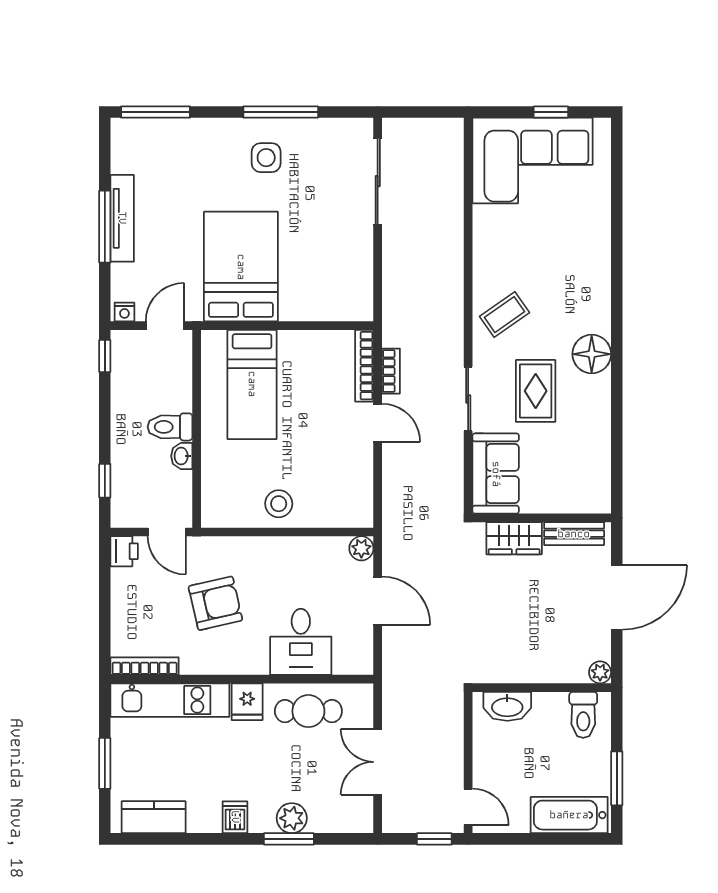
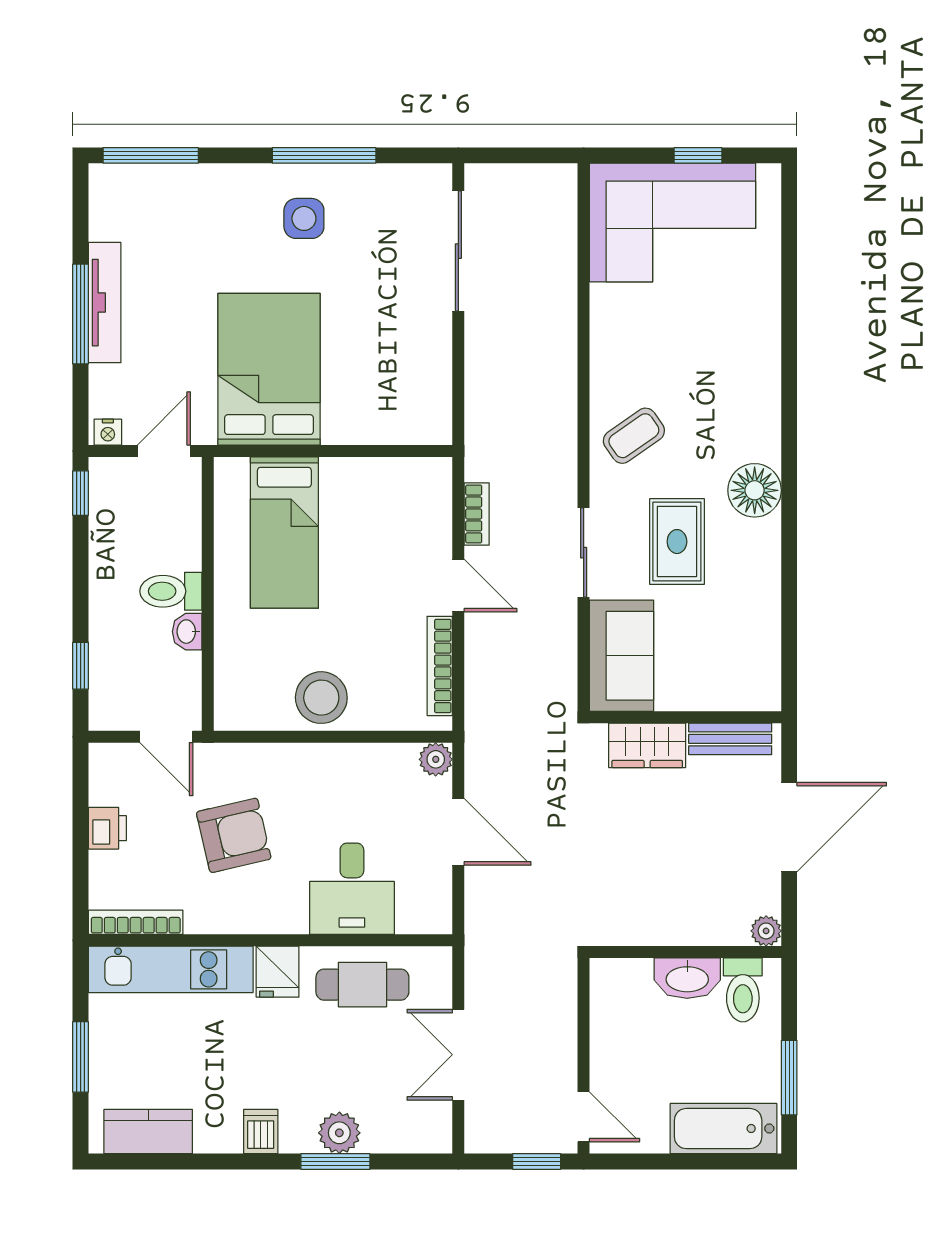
bookcase: (364, 366) -> (440, 666), moved
stool: (279, 504) -> (321, 698), width x1.38, depth x1.38
printer: (124, 551) -> (107, 828), moved
washbasin: (507, 706) -> (687, 978), moved

